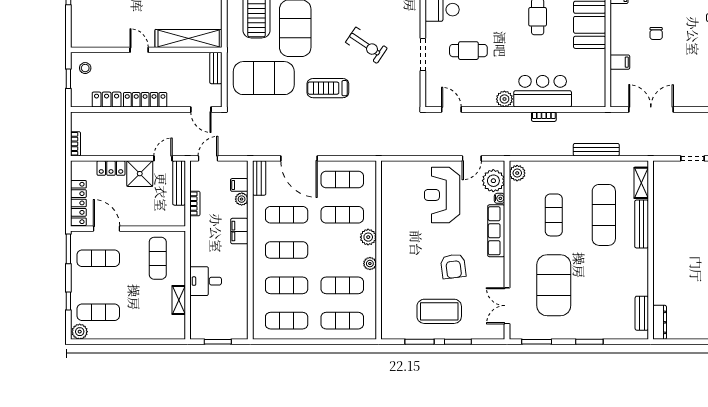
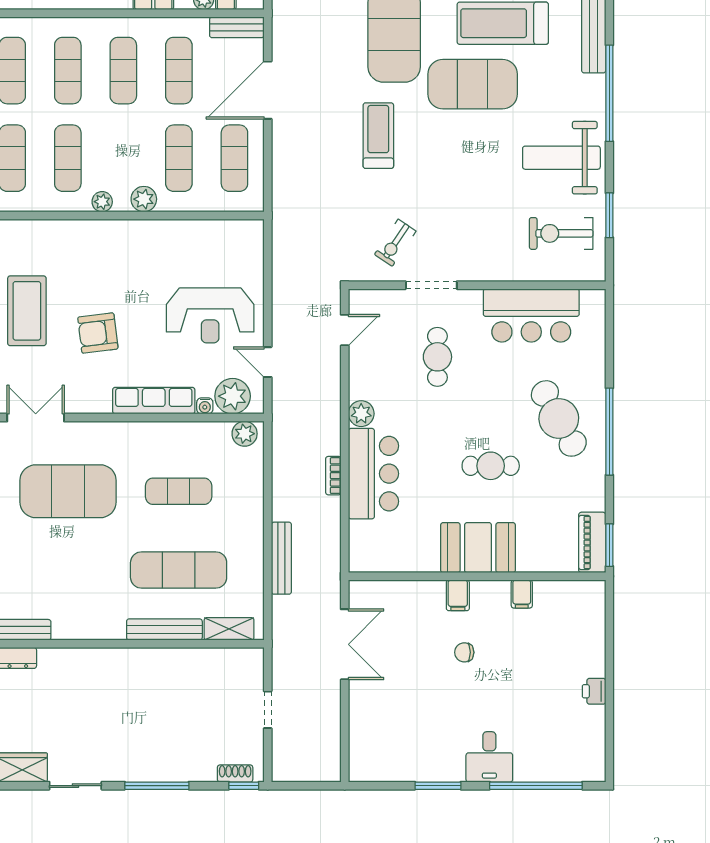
exercise bike: (366, 45) -> (395, 243), moved, width x0.73, depth x0.72
filing cabinet: (620, 62) -> (458, 595), moved
reception desk: (442, 195) -> (210, 315), turned 180

